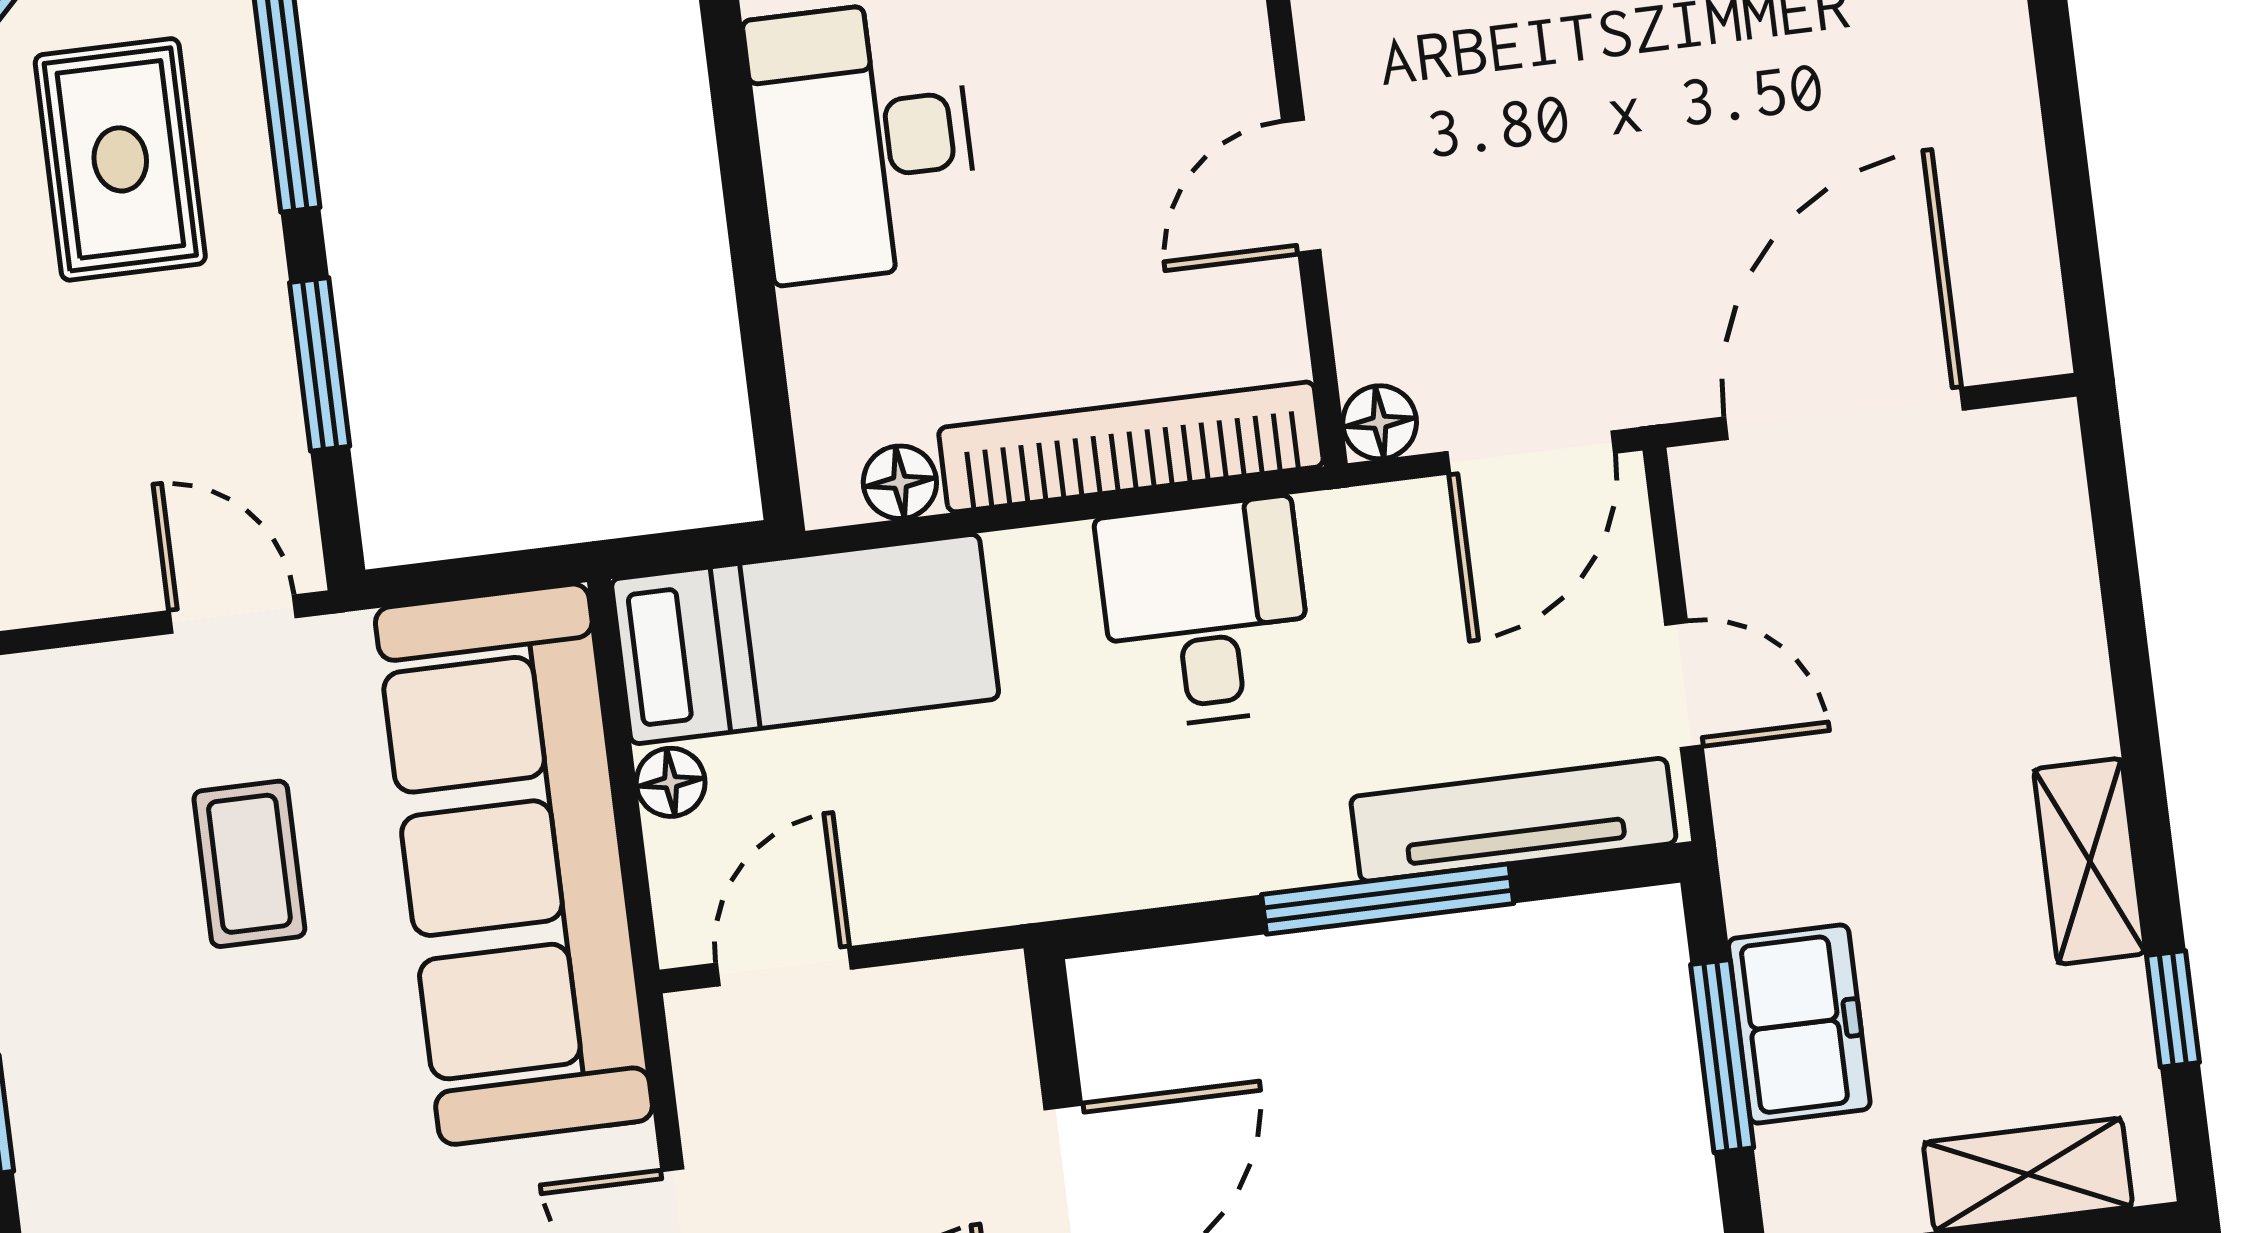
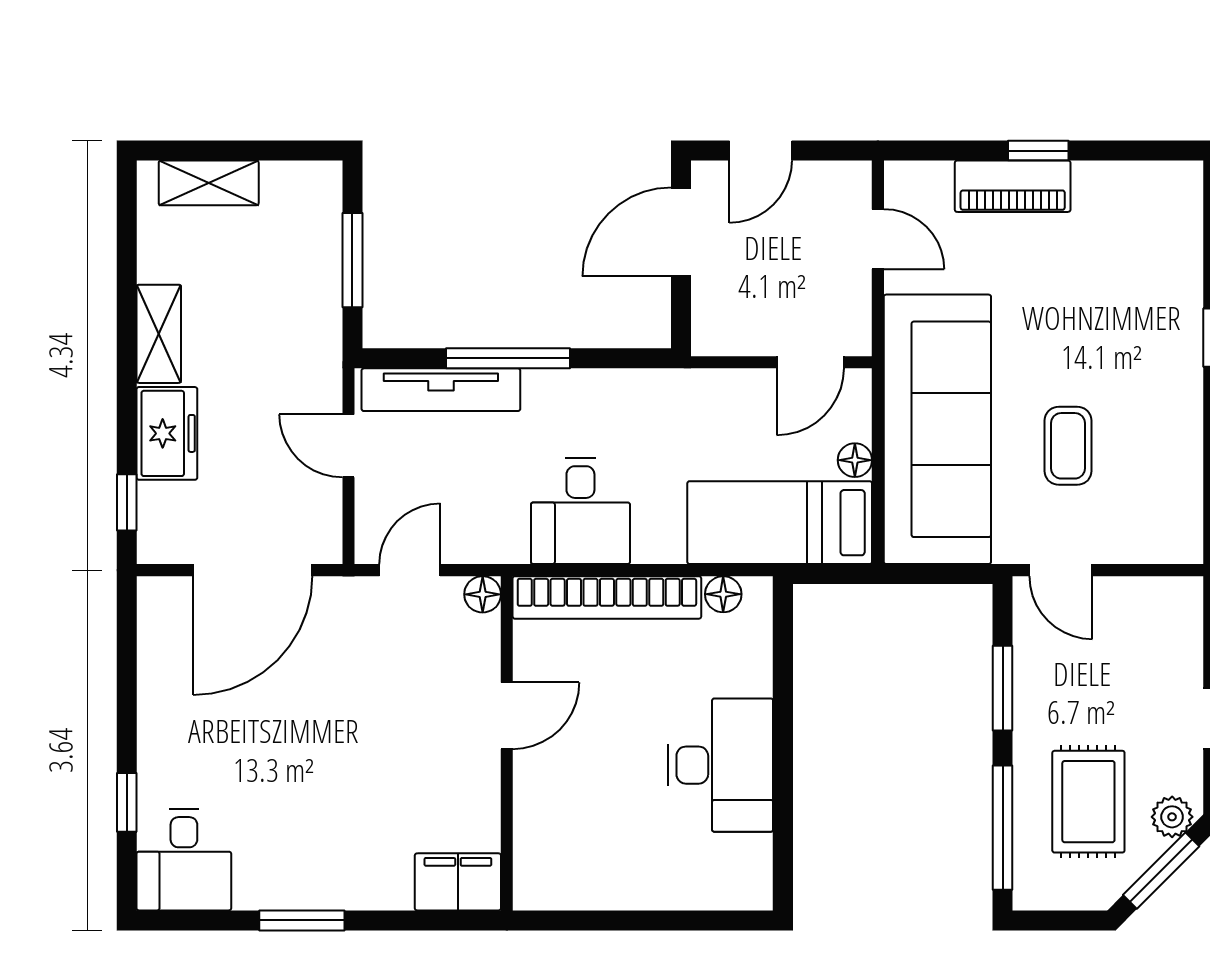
door: (1531, 452) -> (410, 570), width x0.73
window: (2173, 1009) -> (127, 502), moved
freezer: (1799, 1024) -> (167, 433), moved, turned 180

